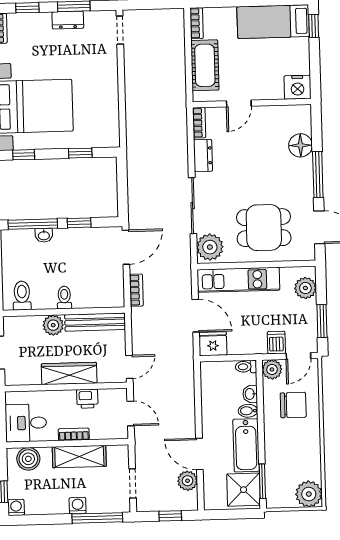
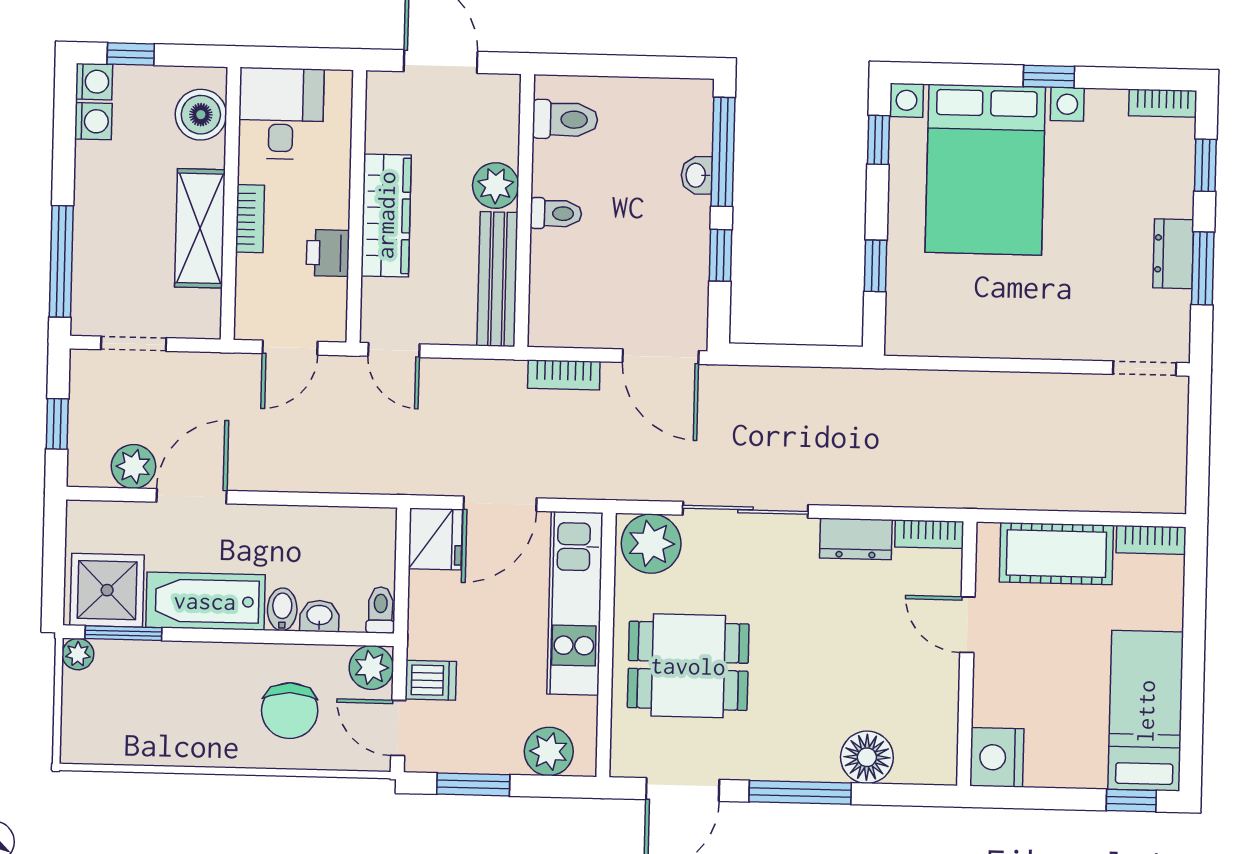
dining table: (264, 228) -> (688, 666), turned 90
plant: (309, 494) -> (78, 654), moved, width x0.53, depth x0.53
washing machine: (78, 506) -> (93, 121), moved

